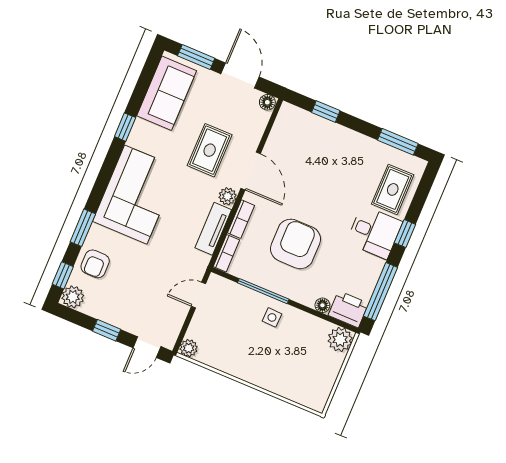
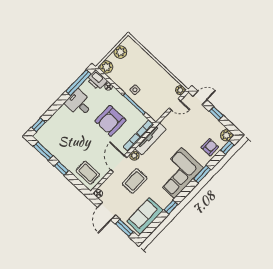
window: (326, 111) -> (61, 168), moved
rug: (393, 189) -> (88, 173), moved, turned 90
window: (83, 228) -> (202, 174), moved
tv unit: (213, 229) -> (151, 139), width x1.41
desk: (374, 232) -> (79, 103), moved
window: (405, 234) -> (38, 125), moved
door: (198, 295) -> (175, 104), moved
plant: (325, 377) -> (120, 52), added

